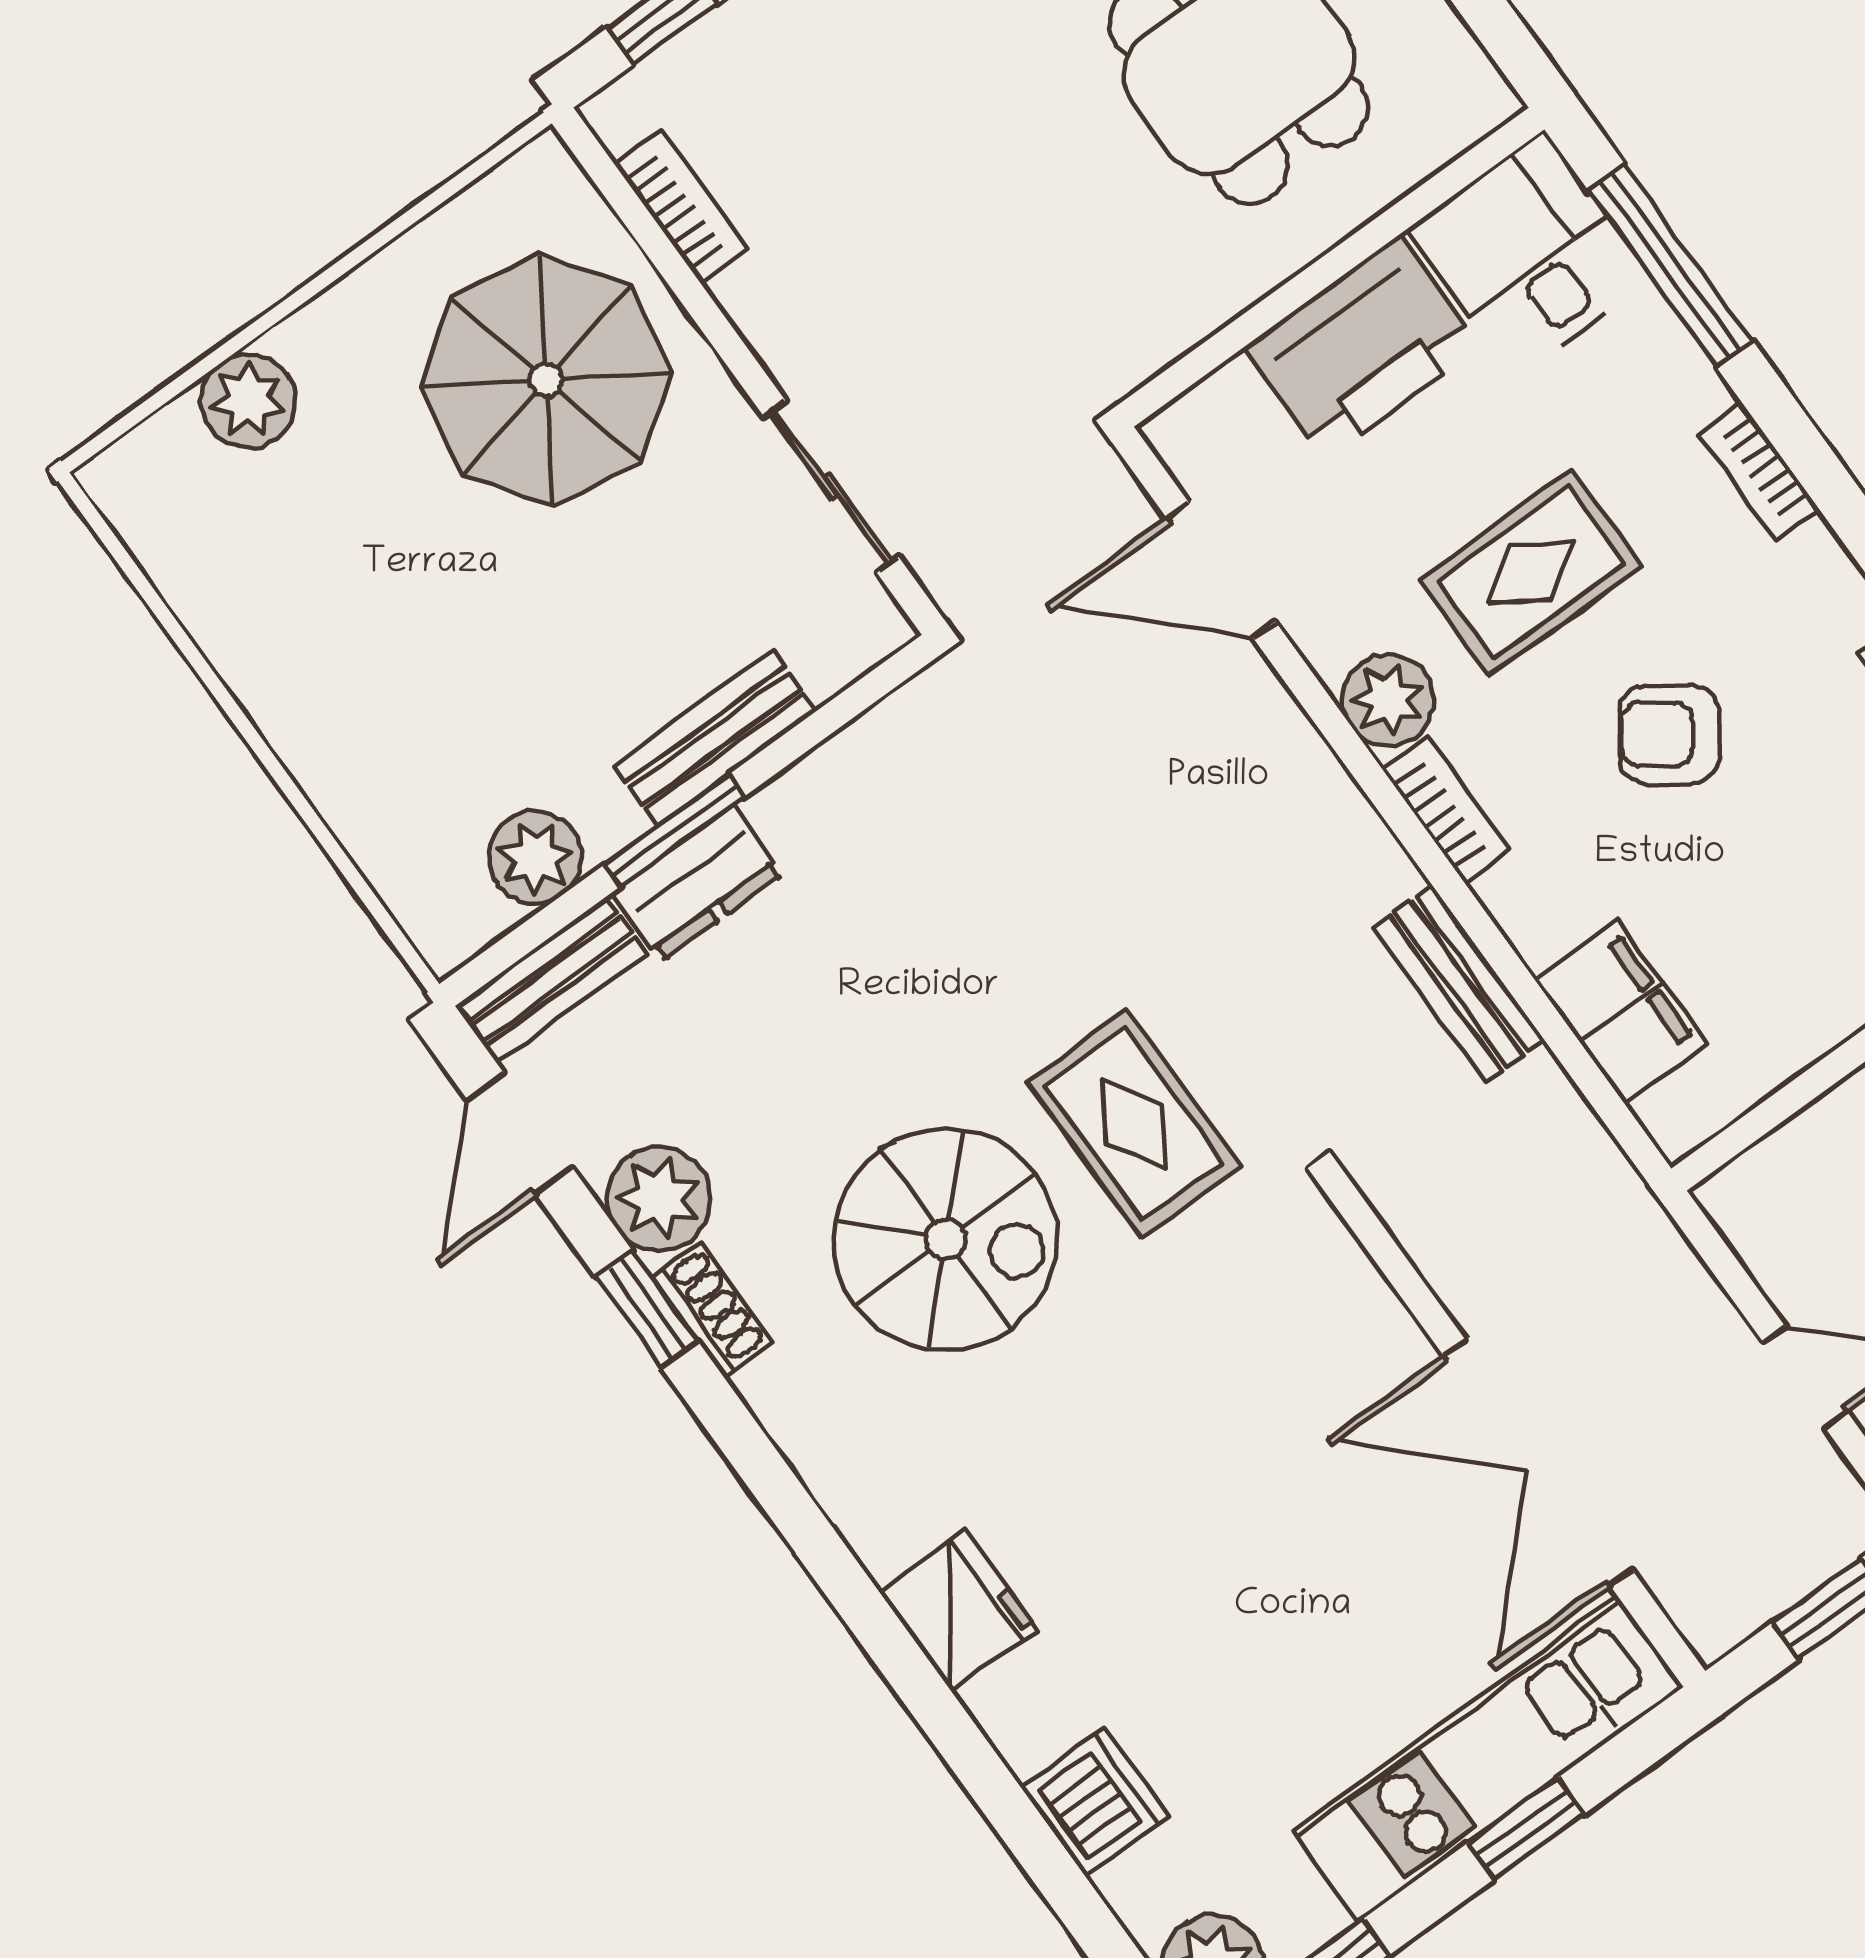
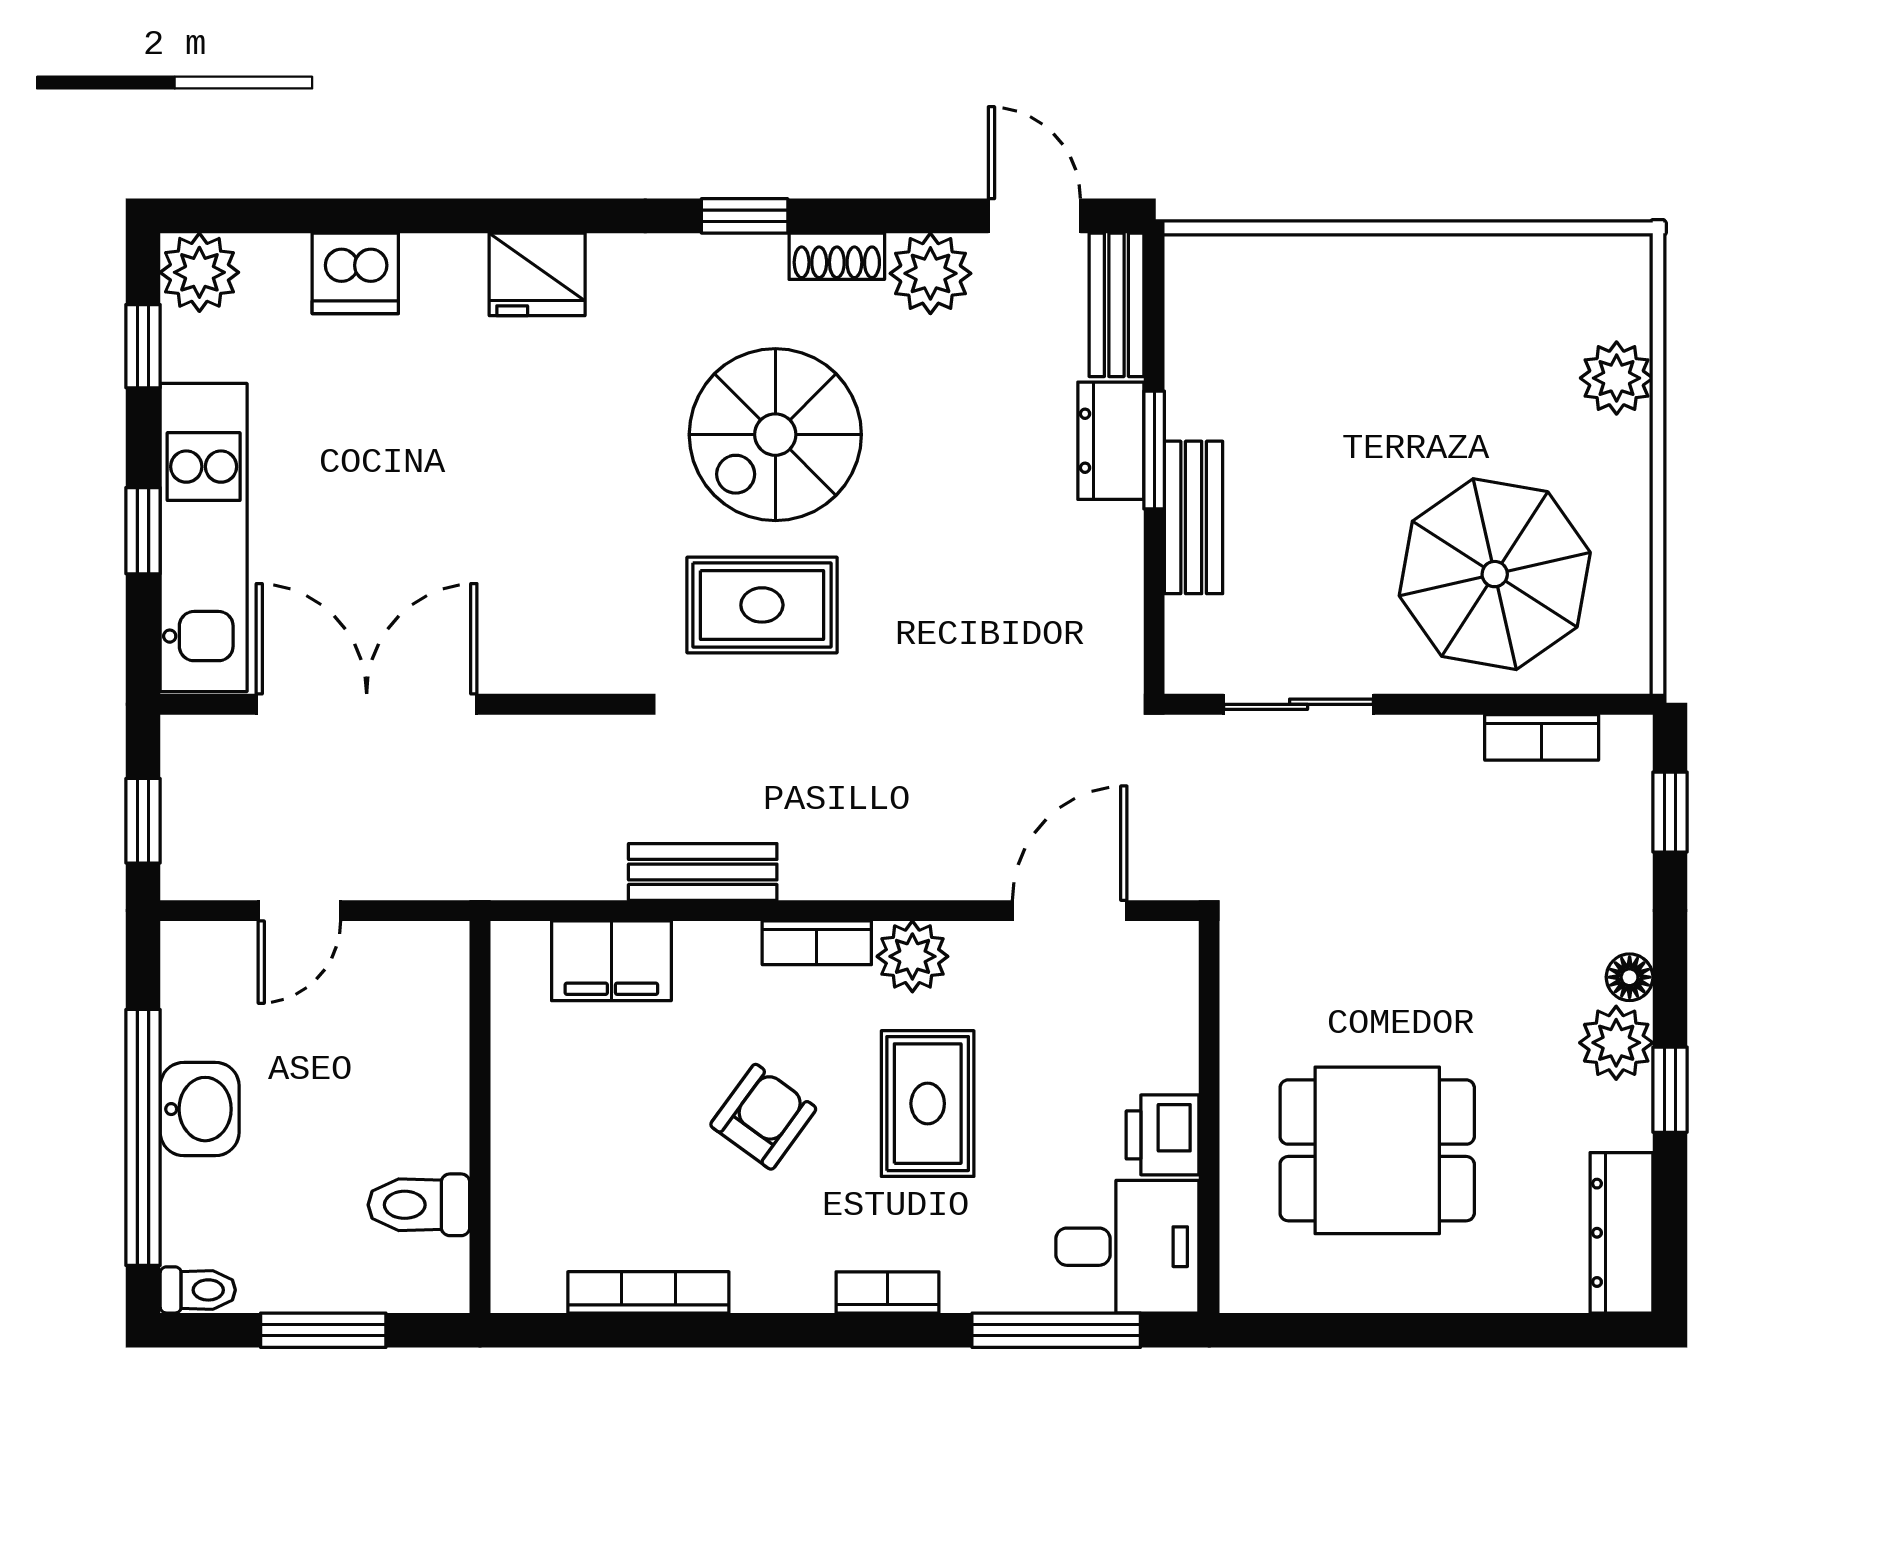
printer: (1362, 347) -> (1163, 1135), width x0.53, depth x0.68
plant: (535, 858) -> (1200, 351), removed
window: (647, 1309) -> (745, 216), moved

